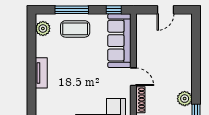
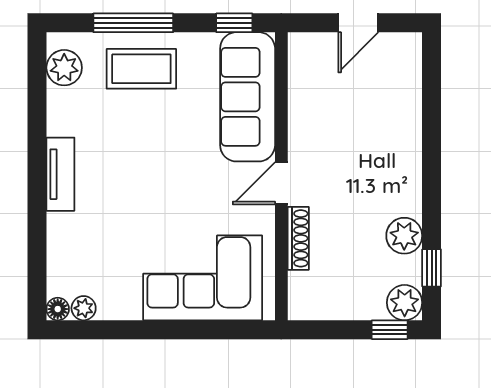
door: (133, 77) -> (281, 183), swing flipped

